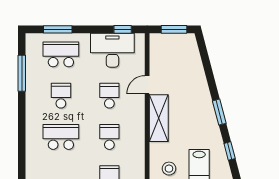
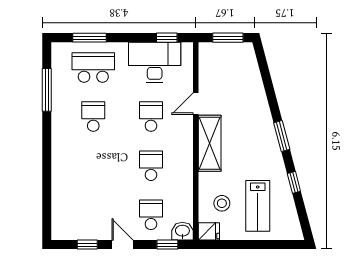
school desk: (61, 137) -> (93, 166), removed

